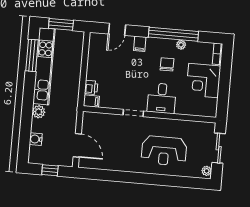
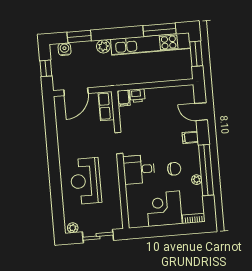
row of seats: (96, 119) -> (106, 106), added
window: (25, 133) -> (79, 36), added
water cooler: (36, 139) -> (65, 49), moved

